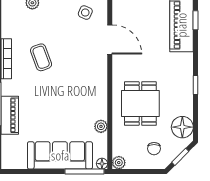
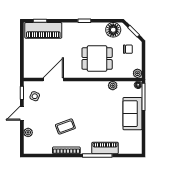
sofa: (60, 155) -> (133, 114), width x0.73

